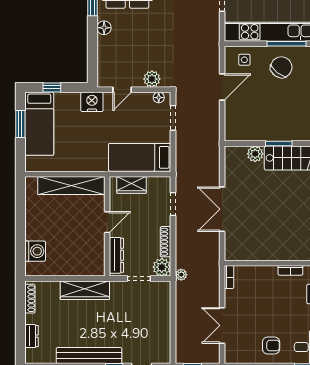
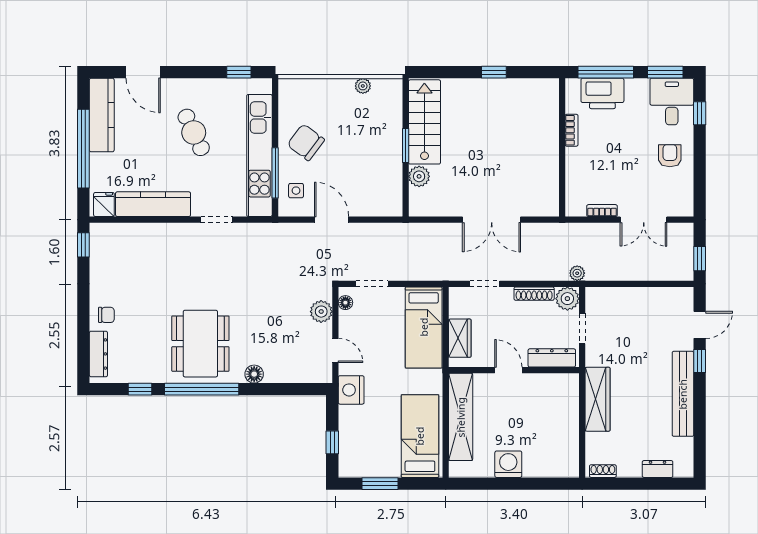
window: (286, 44) -> (275, 173), moved
bed: (39, 124) -> (420, 436), moved, turned -90
washing machine: (35, 251) -> (508, 464), moved
bookcase: (229, 277) -> (602, 211), moved
shoe rack: (30, 299) -> (603, 471), width x0.70

